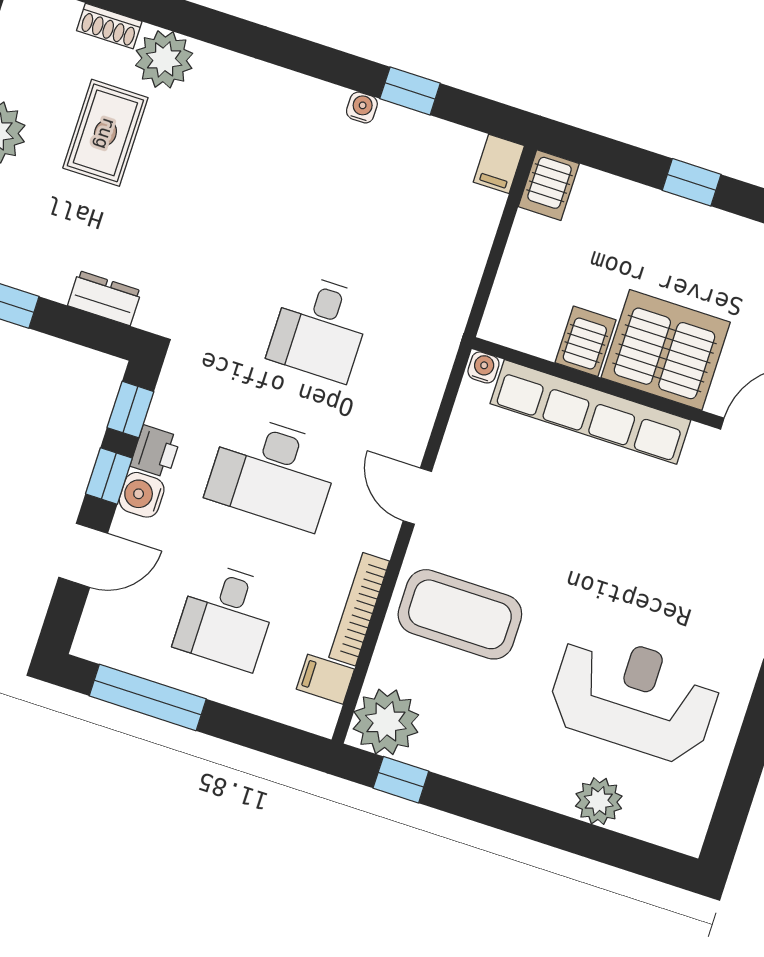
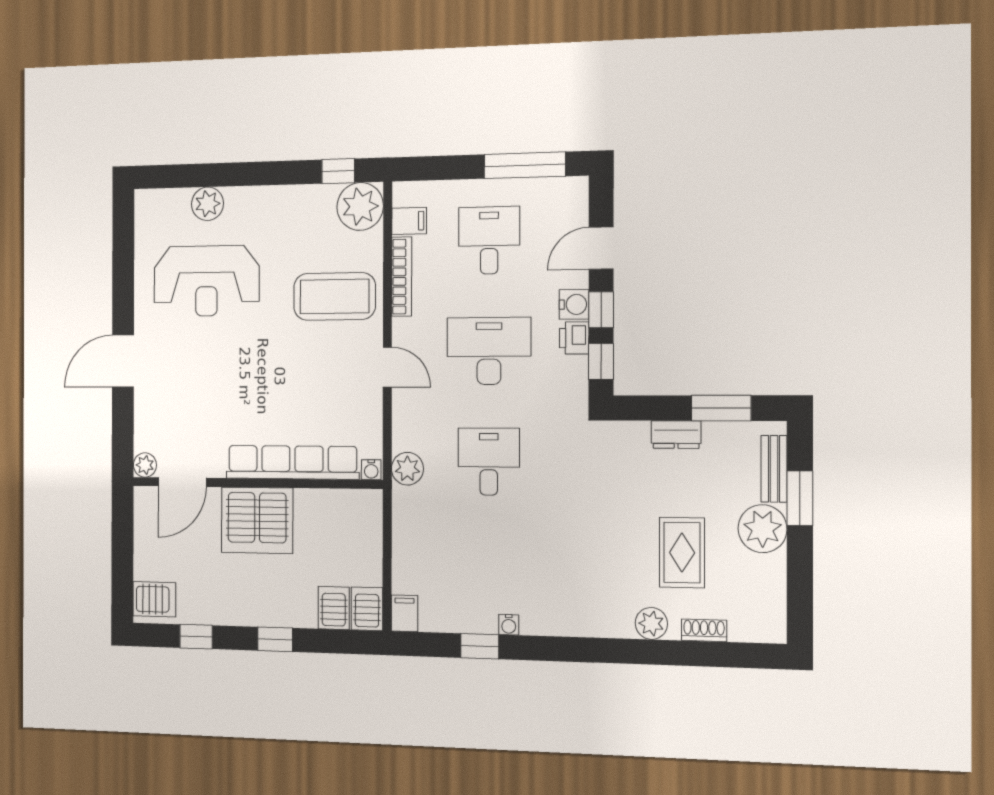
plant: (164, 59) -> (651, 623), width x0.73, depth x0.73
dresser: (104, 298) -> (676, 434), moved
server rack: (586, 341) -> (334, 608), moved, turned 180
plant: (433, 353) -> (407, 469), added

